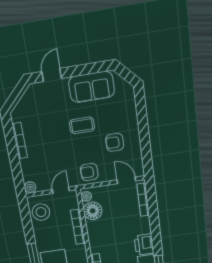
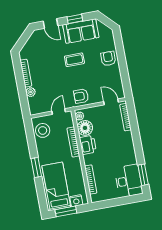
window: (84, 70) -> (75, 19), added
door: (52, 75) -> (51, 23), swing flipped
armchair: (115, 142) -> (108, 59), moved, turned 90
plant: (30, 187) -> (31, 92), moved
printer: (144, 245) -> (88, 145), moved, turned 180

